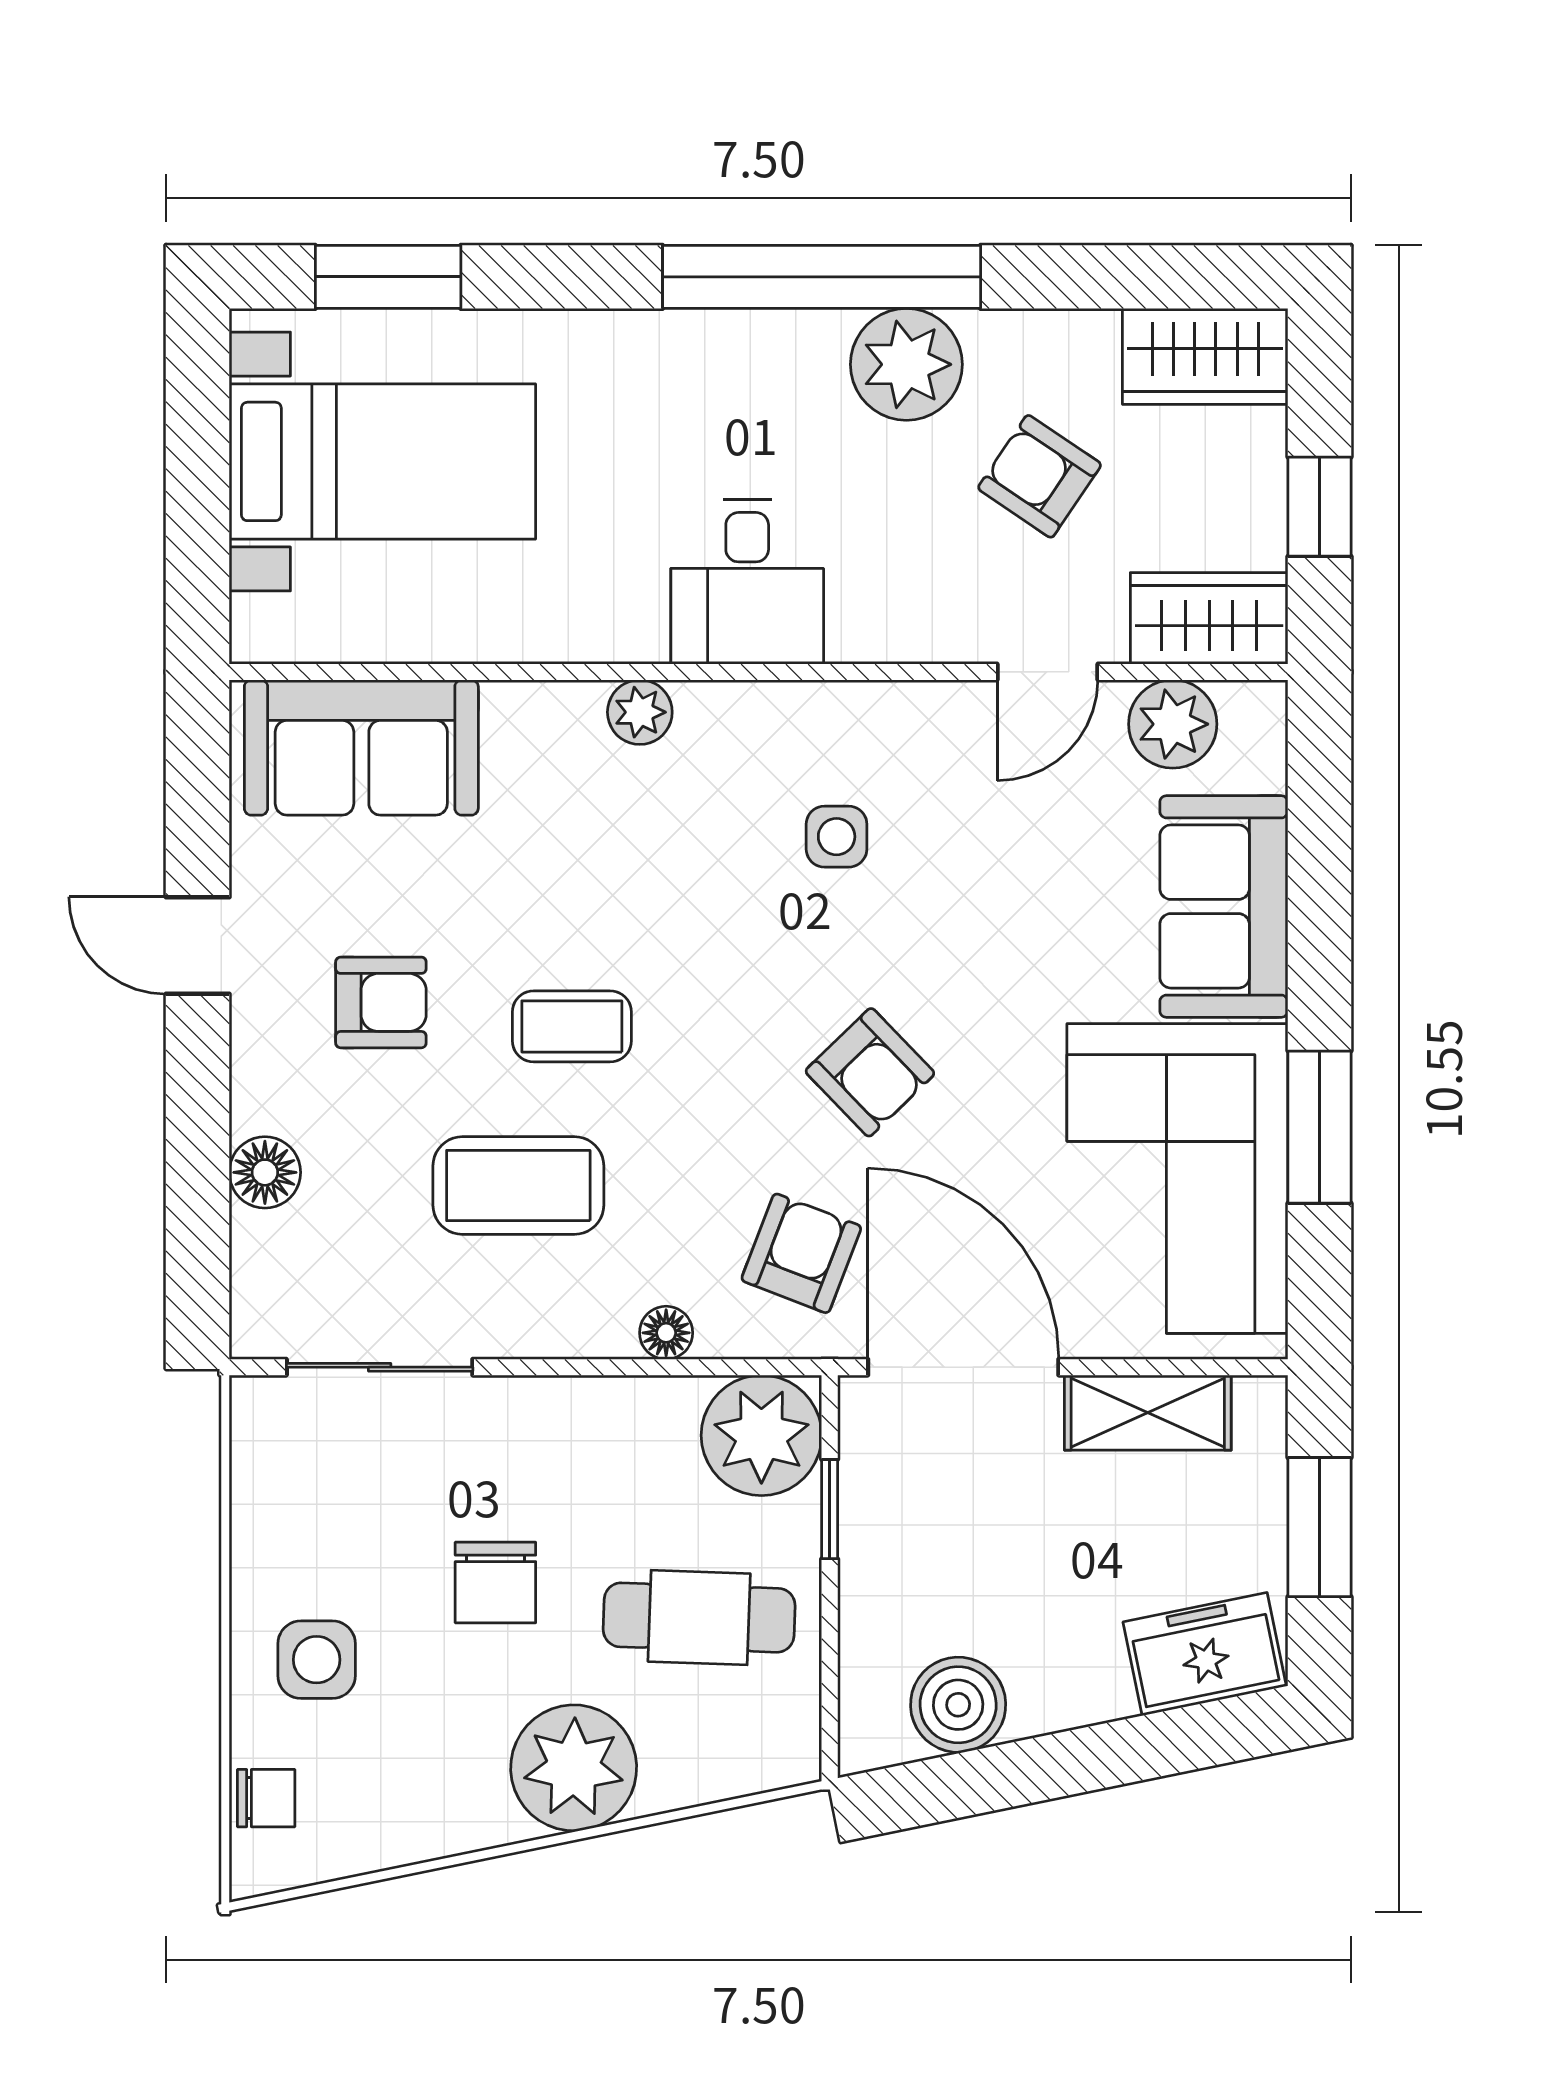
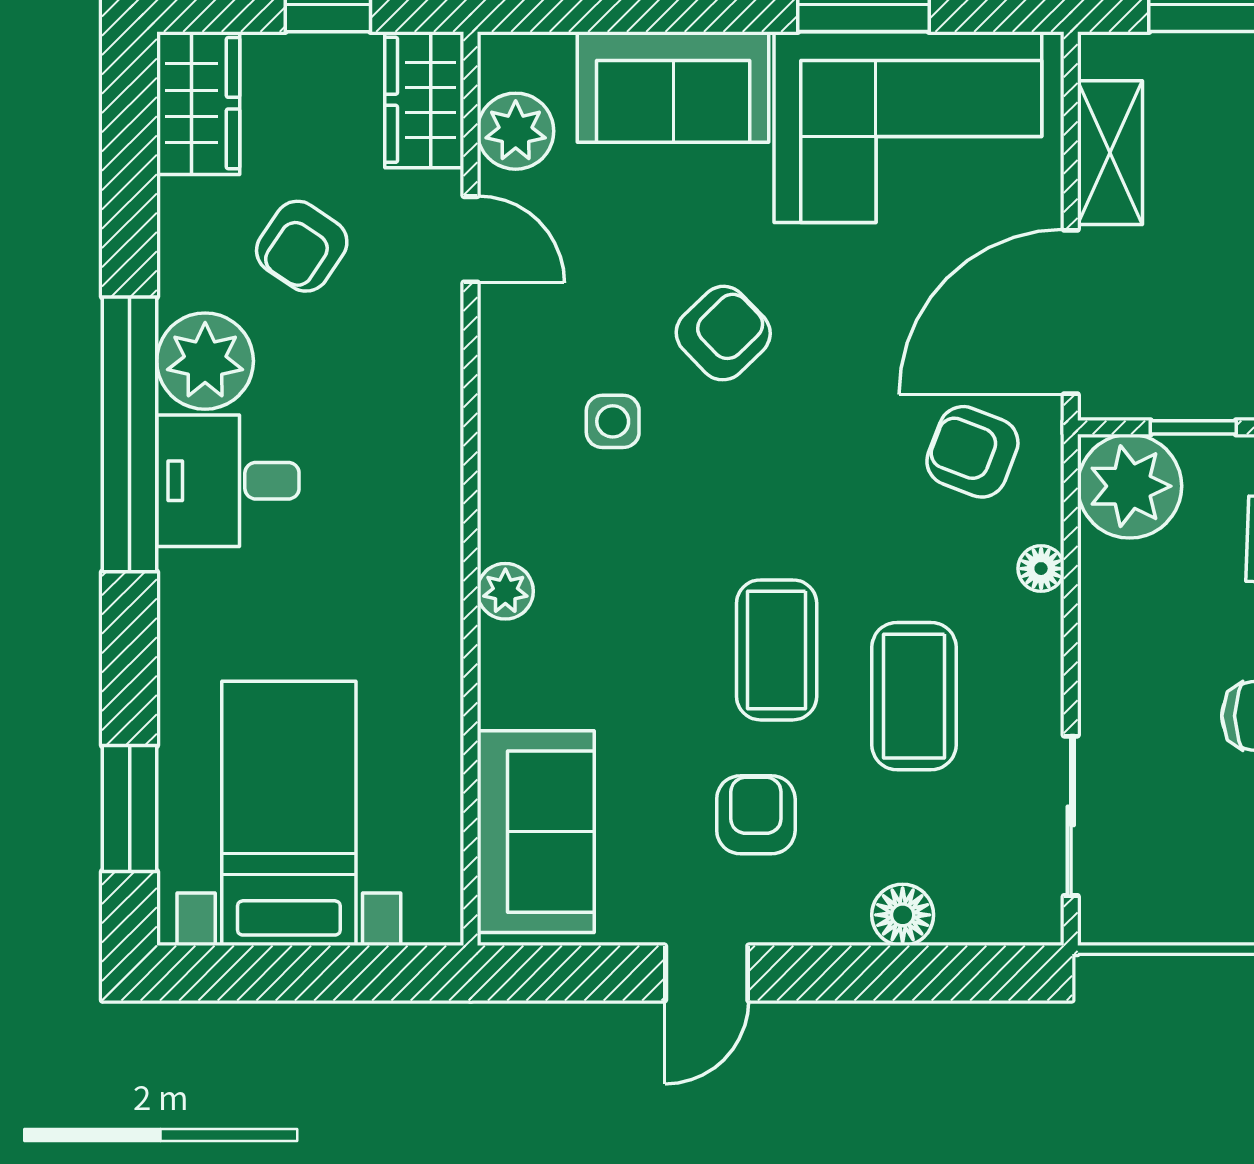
desk: (747, 582) -> (228, 481), moved, turned 180
coffee table: (572, 1026) -> (777, 650), width x1.36, depth x1.30
armchair: (870, 1072) -> (723, 333), moved

